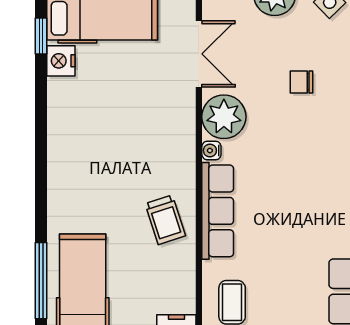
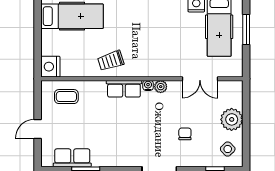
plant: (224, 117) -> (161, 87), width x0.53, depth x0.53
row of seats: (218, 211) -> (124, 89), width x0.68

